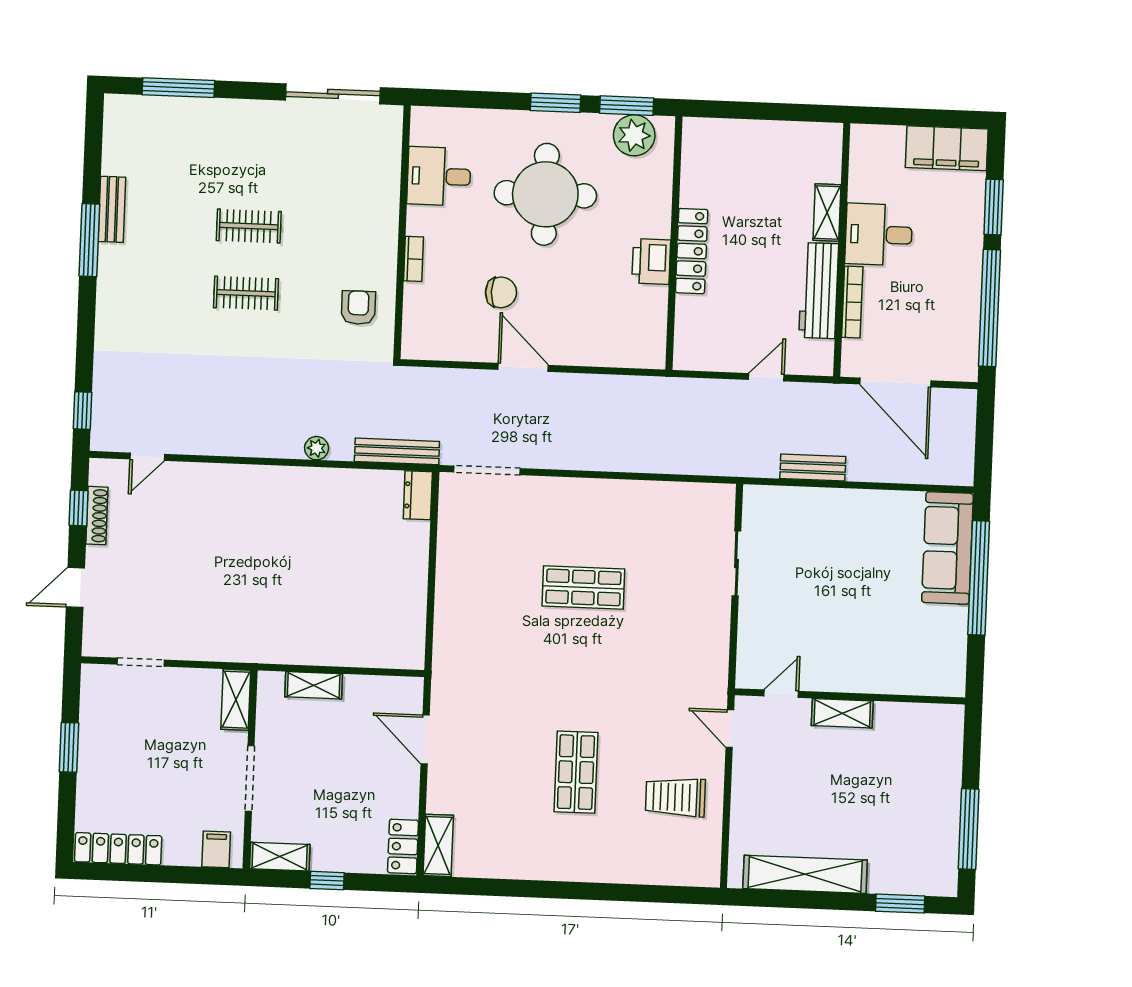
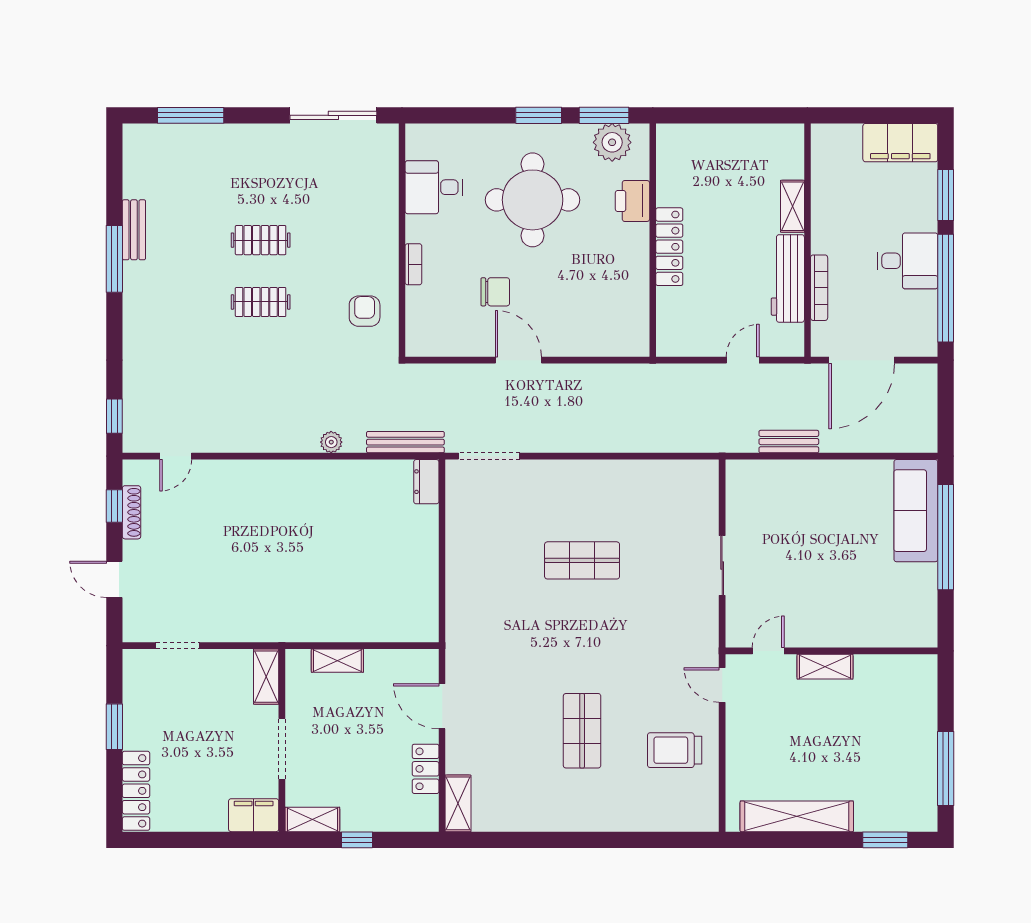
desk: (879, 234) -> (907, 261), moved, turned 180
printer: (651, 262) -> (632, 201), moved
door: (895, 382) -> (862, 360), hinge flipped
sliding door: (736, 564) -> (722, 565), moved
door: (75, 588) -> (114, 579), hinge flipped
locker: (403, 846) -> (426, 769), moved
locker: (118, 849) -> (136, 791), moved, turned 90
filing cabinet: (216, 849) -> (254, 815), width x2.00

